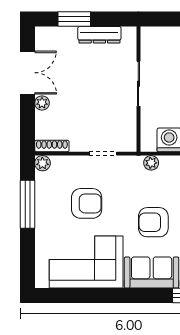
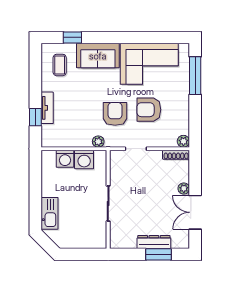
dresser: (99, 35) -> (154, 242), moved
window: (27, 204) -> (195, 76), moved
armchair: (153, 222) -> (115, 114), moved, turned -90

